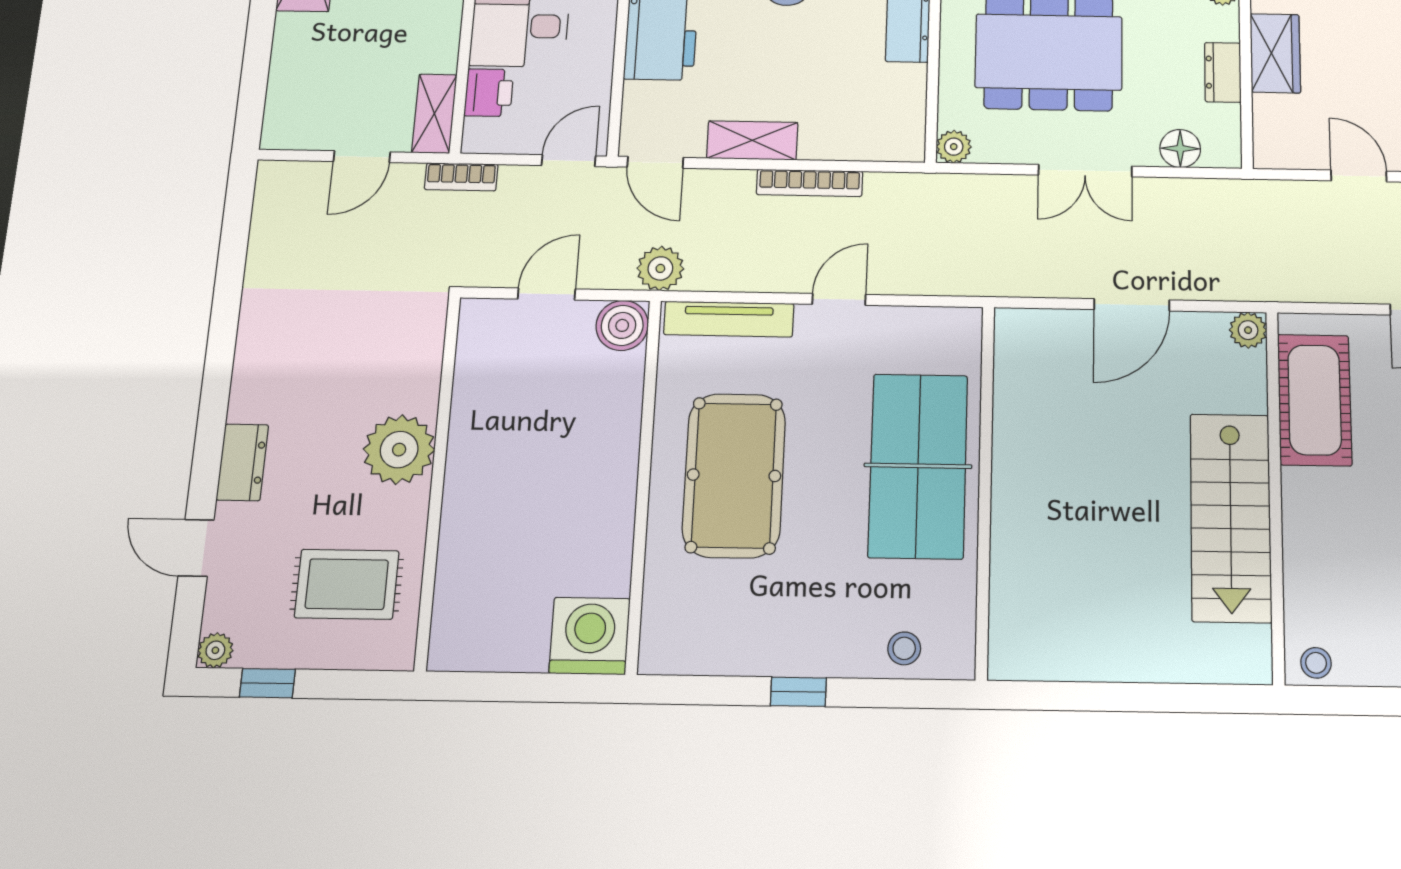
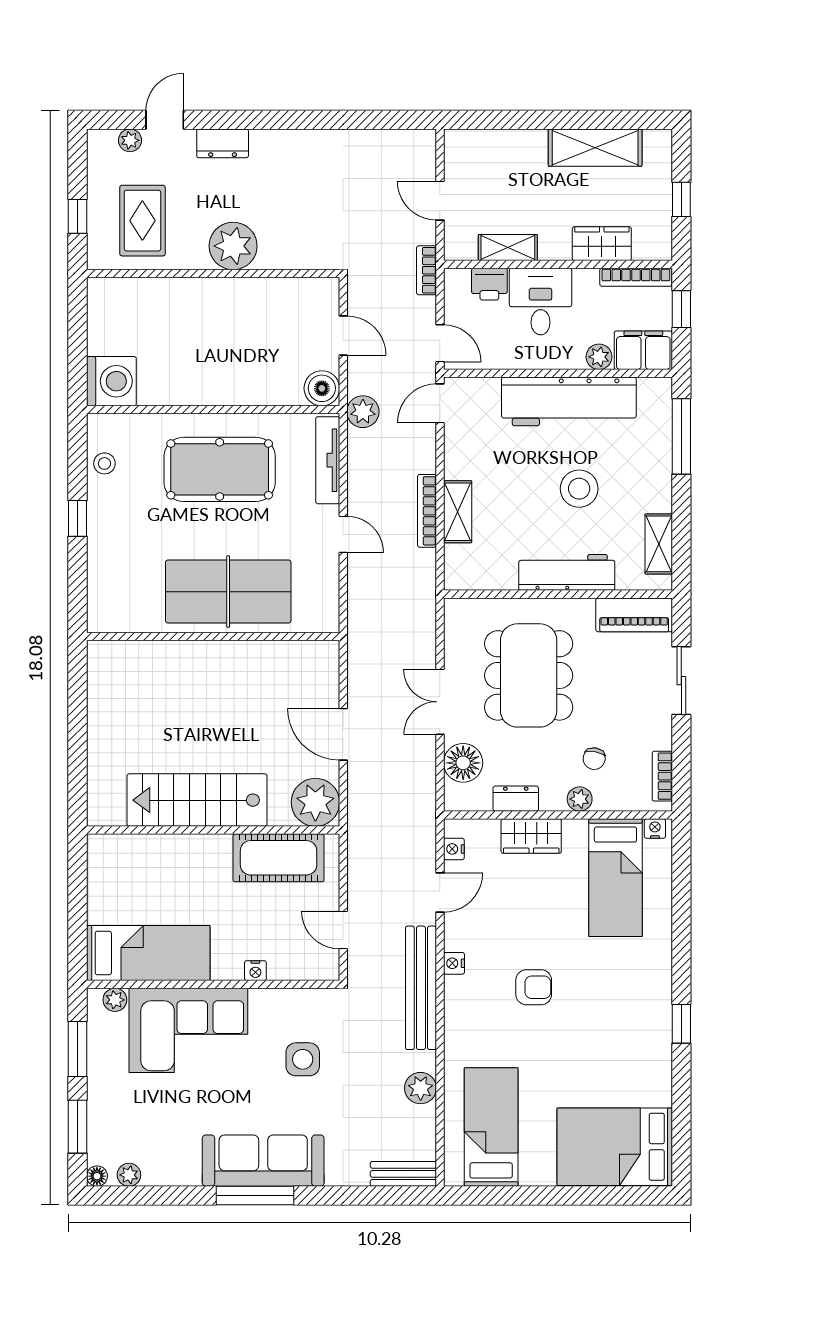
shelving: (434, 114) -> (508, 248), moved
shelving: (752, 140) -> (458, 512), moved
plant: (954, 147) -> (456, 610), removed
floor lamp: (1180, 149) -> (463, 763), width x1.38, depth x1.38
nightstand: (1296, 156) -> (454, 849), added
plant: (1248, 330) -> (315, 802), width x1.88, depth x1.88
stool: (904, 648) -> (104, 463), moved
plant: (215, 650) -> (130, 140), moved
stool: (1316, 663) -> (102, 855), removed
window: (267, 683) -> (78, 216), moved

